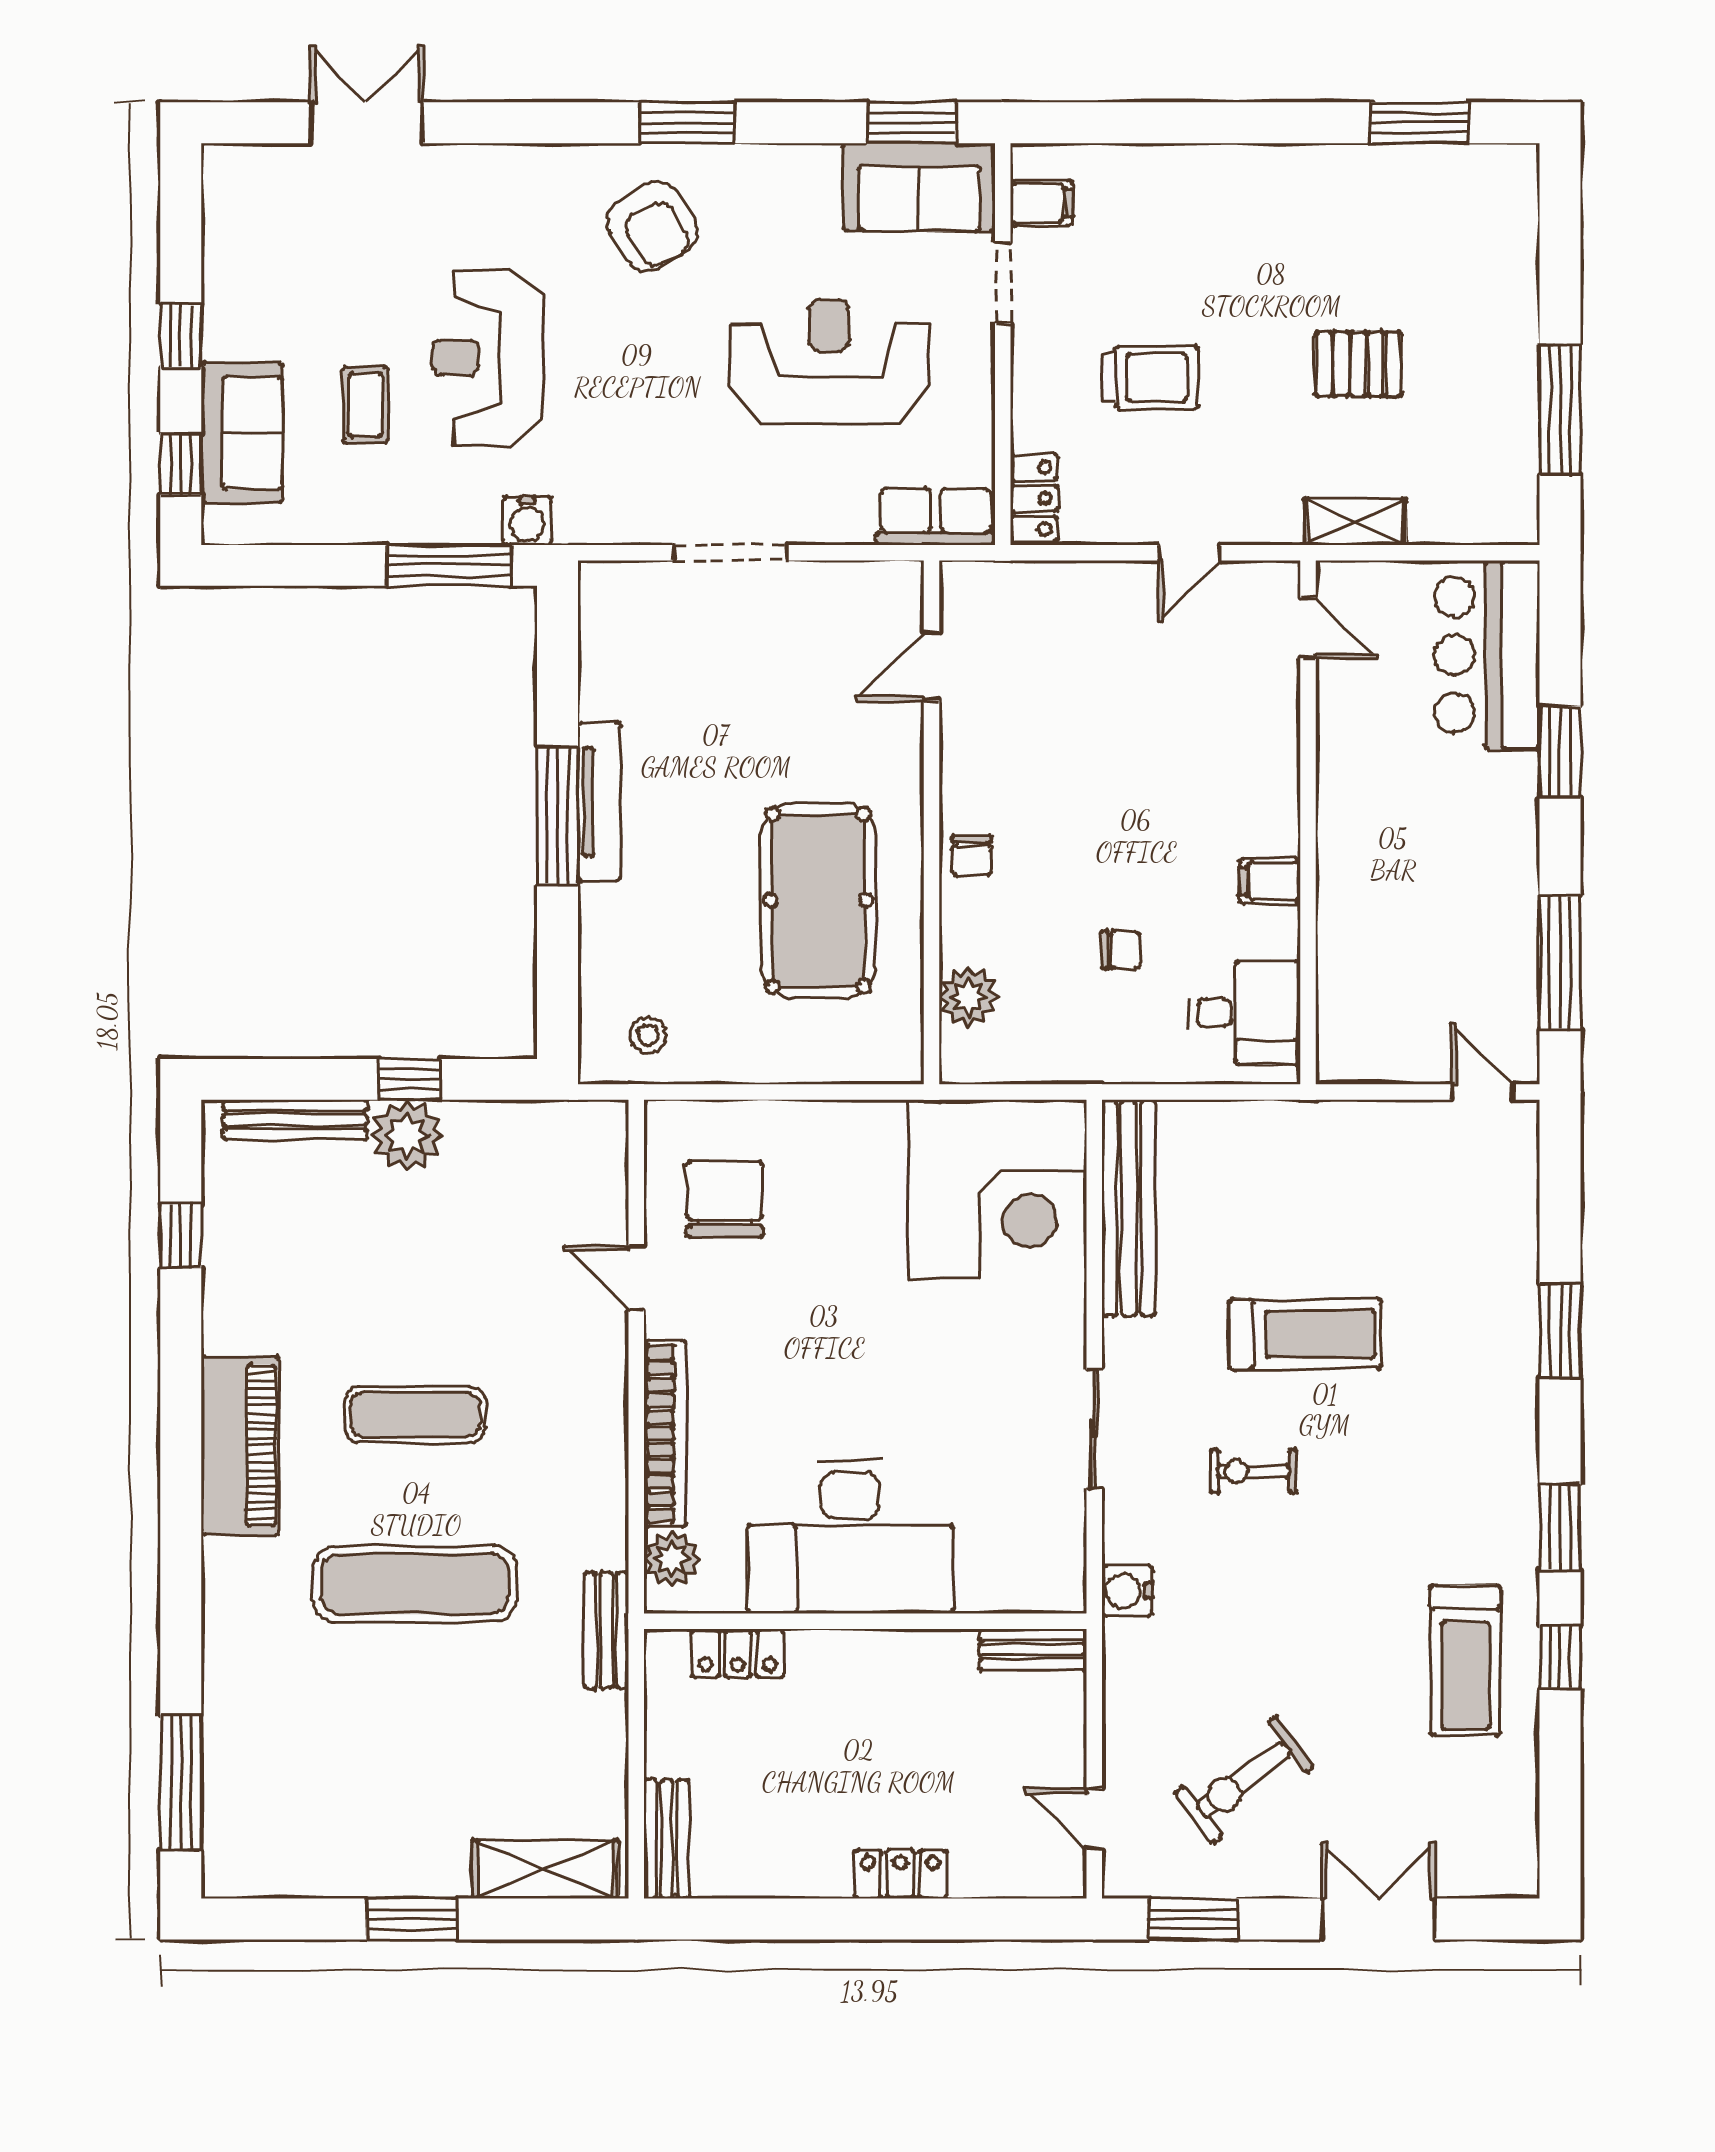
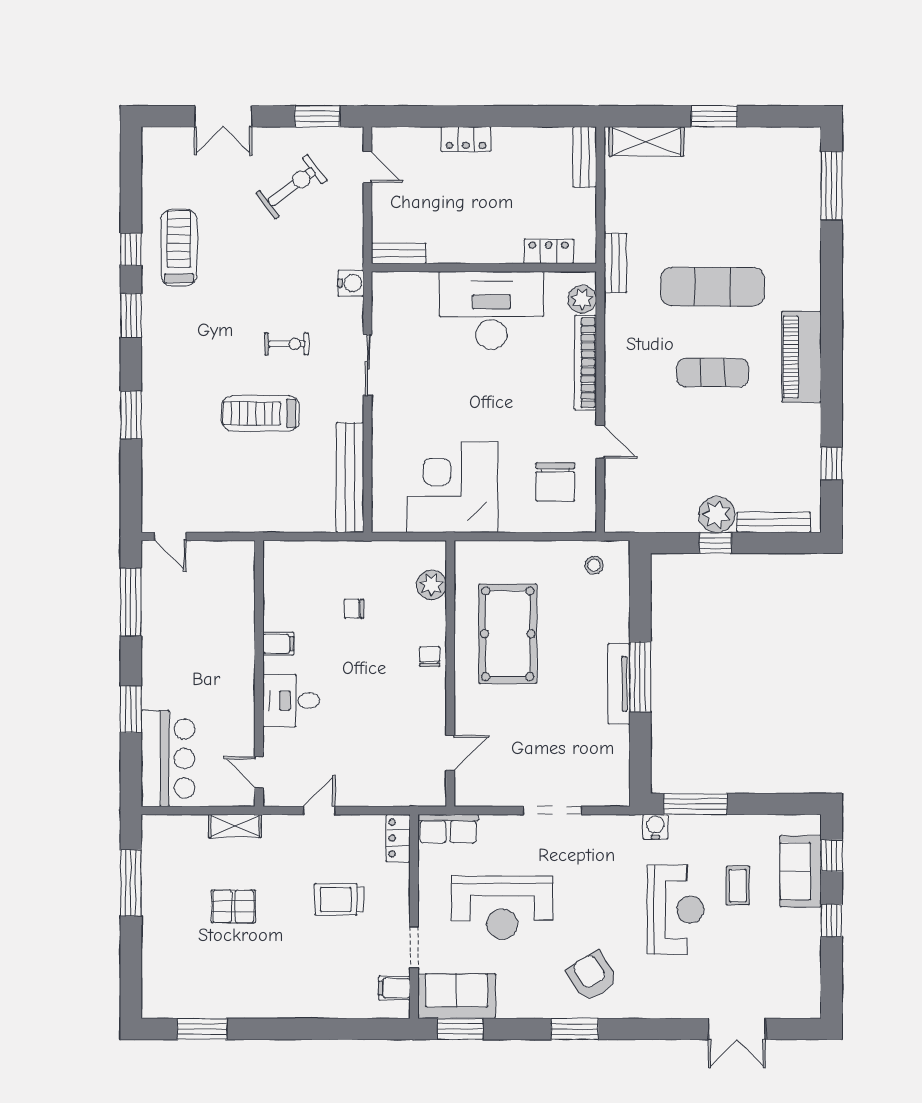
desk: (1244, 1013) -> (291, 701), moved
corner desk: (997, 1189) -> (452, 487), moved

